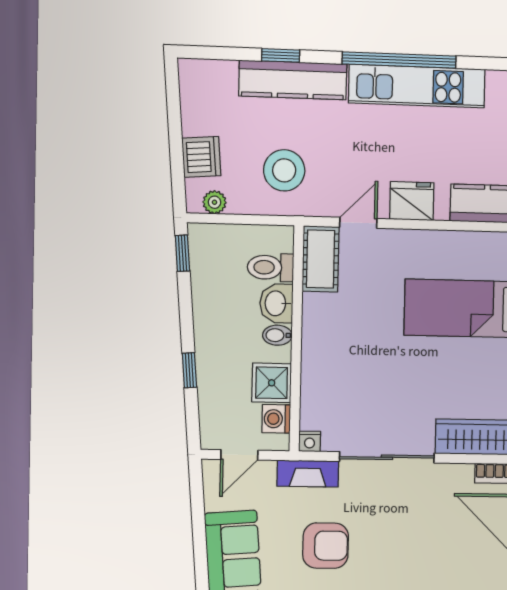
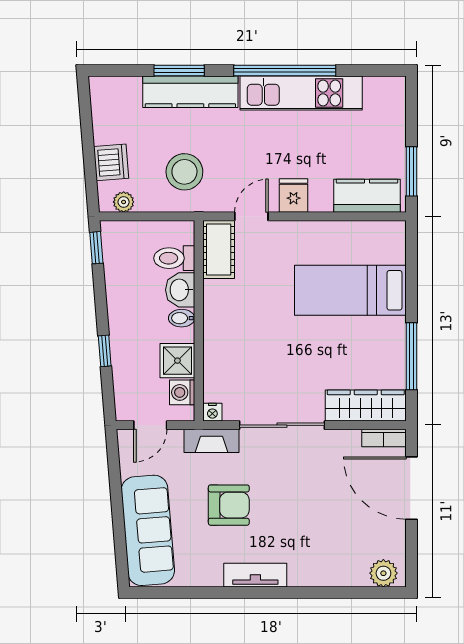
window: (281, 55) -> (179, 70), width x1.50
fridge: (412, 201) -> (294, 196), width x0.72

